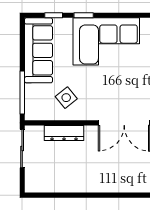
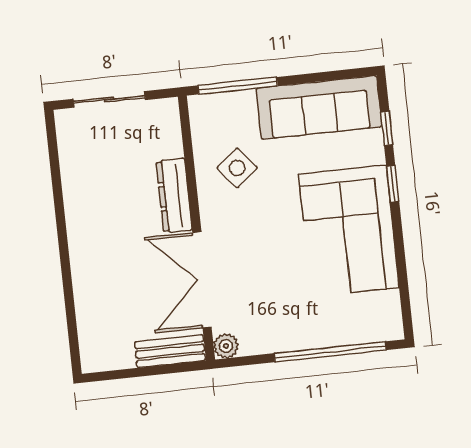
dresser: (64, 133) -> (174, 195), moved
sliding door: (22, 148) -> (109, 99), moved

